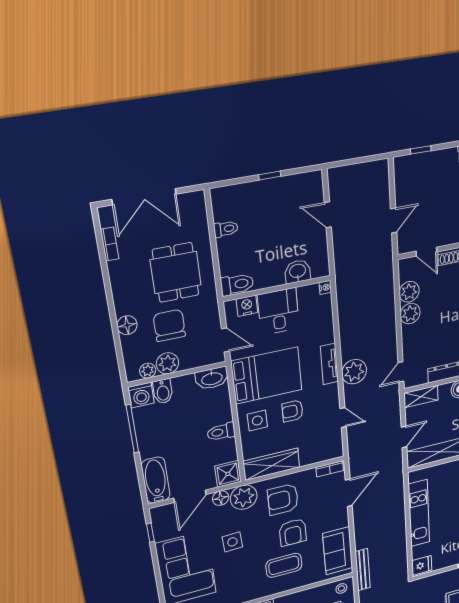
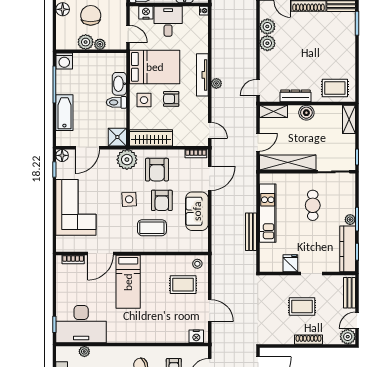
tv unit: (329, 364) -> (202, 75), width x1.41
plant: (148, 371) -> (100, 44), moved
plant: (354, 372) -> (216, 83), width x0.53, depth x0.53
washbasin: (212, 378) -> (119, 84), moved, turned 90
bidet: (163, 391) -> (79, 62), removed
door: (343, 418) -> (210, 130), moved
bathtub: (156, 480) -> (64, 113), moved
floor lamp: (221, 498) -> (62, 155), moved
armchair: (283, 499) -> (157, 170), turned -90
side table: (232, 542) -> (129, 199), moved
sofa: (338, 551) -> (197, 211), moved
fridge: (422, 565) -> (290, 263), moved, turned -90
bench: (363, 570) -> (251, 232), moved

